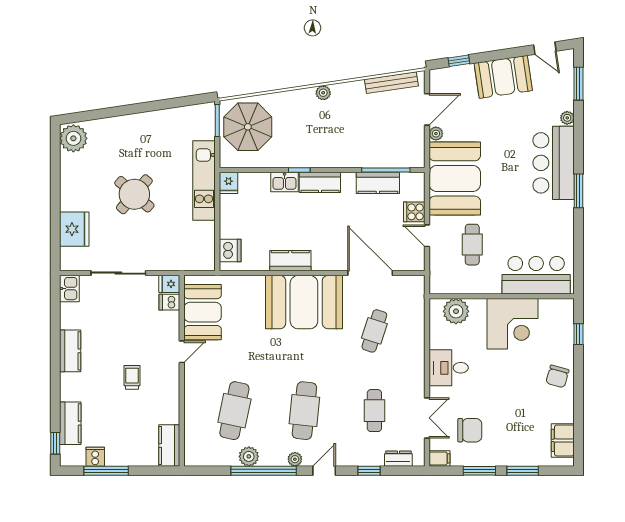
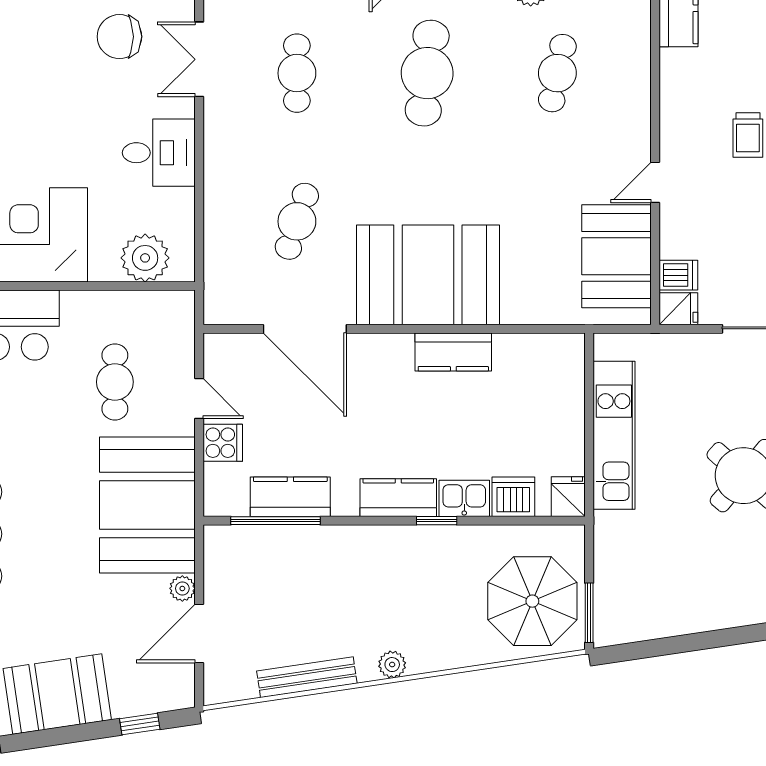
bench: (391, 83) -> (307, 677), moved
kitchen unit: (204, 181) -> (614, 435), moved
dishwasher: (230, 251) -> (513, 497), moved, turned 90
cafe table: (234, 411) -> (557, 73), width x0.73, depth x0.74

